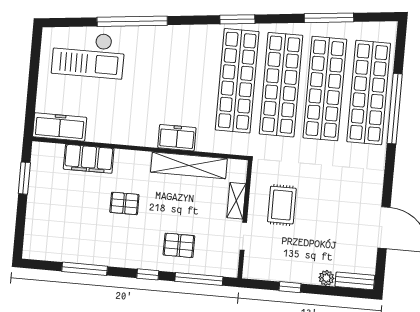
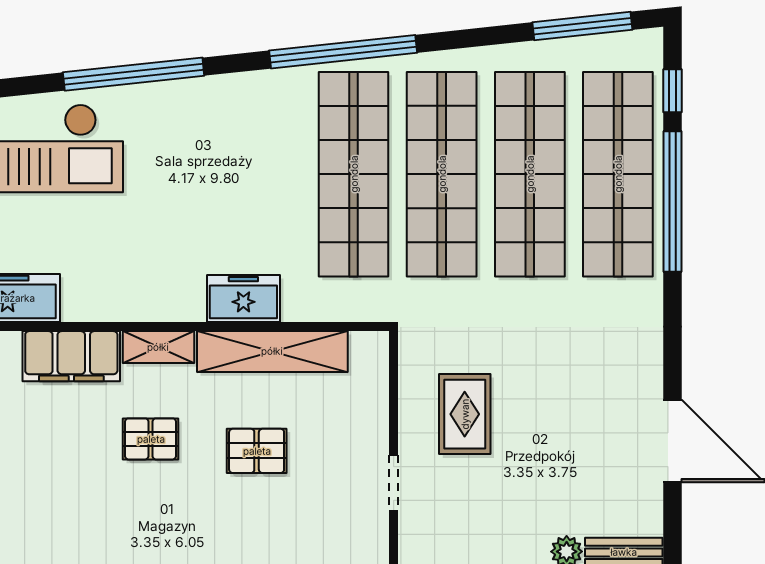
window: (329, 18) -> (582, 26), moved
window: (237, 19) -> (343, 52), width x2.11
window: (400, 53) -> (673, 91), added
shelving: (236, 201) -> (158, 347), moved, turned 90
pallet: (179, 245) -> (257, 451), moved

